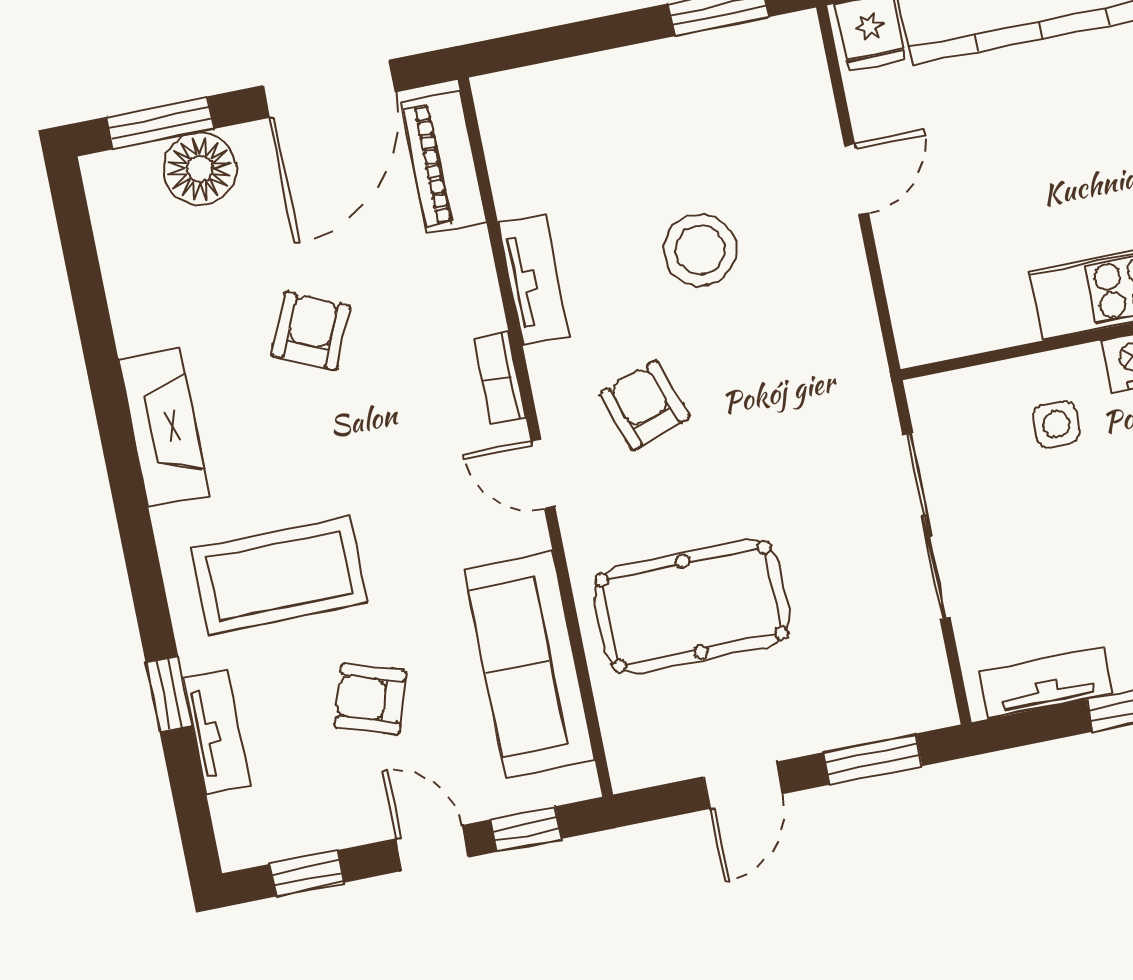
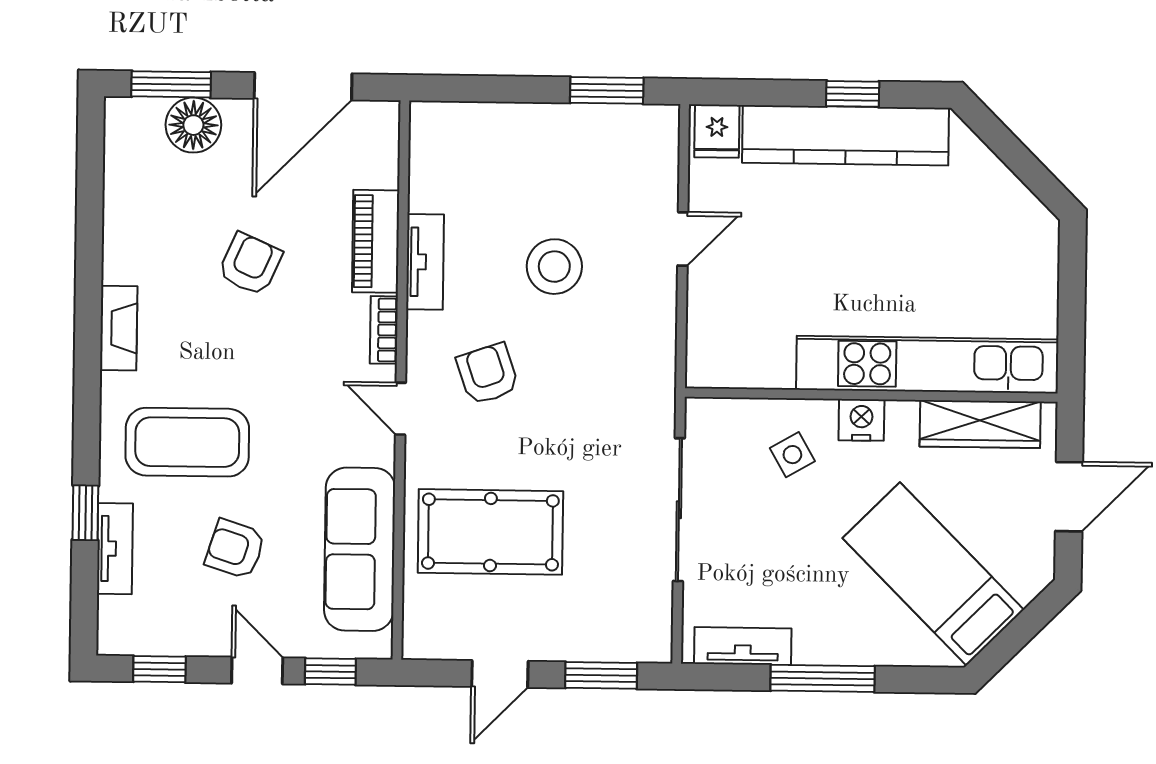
piano: (444, 162) -> (376, 241), moved
side table: (1056, 424) -> (792, 455), turned -30
fireplace: (164, 427) -> (119, 328), width x0.73, depth x0.76

